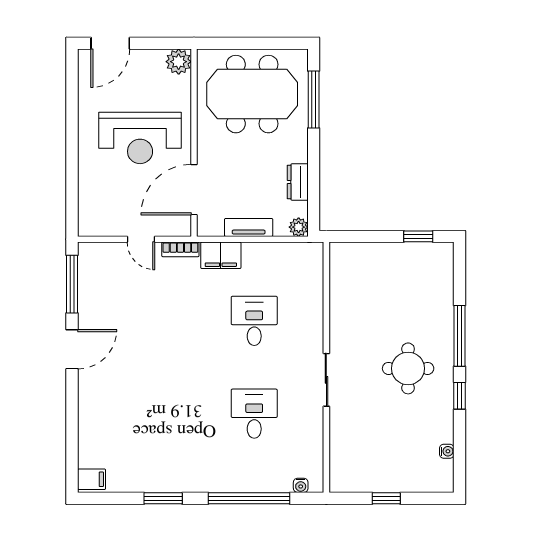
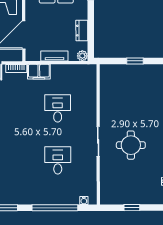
window: (418, 236) -> (135, 61), moved
round table: (408, 368) -> (131, 145), moved

